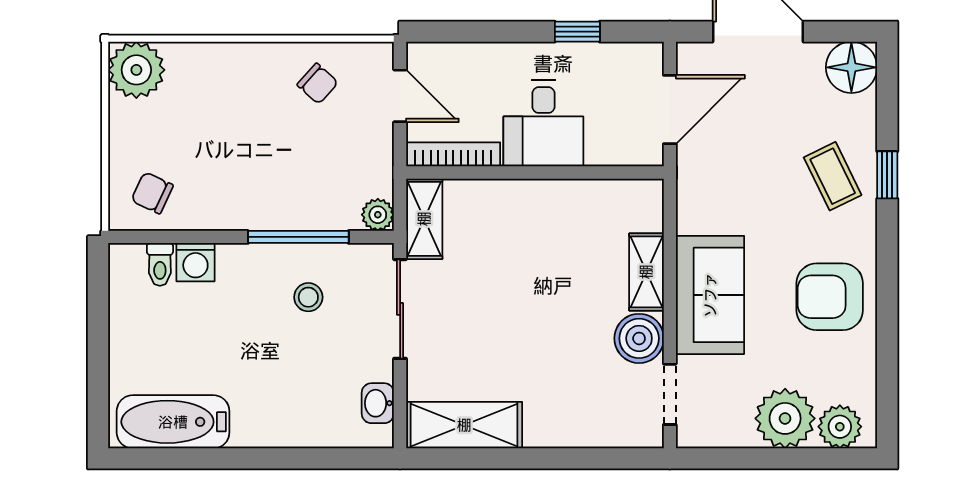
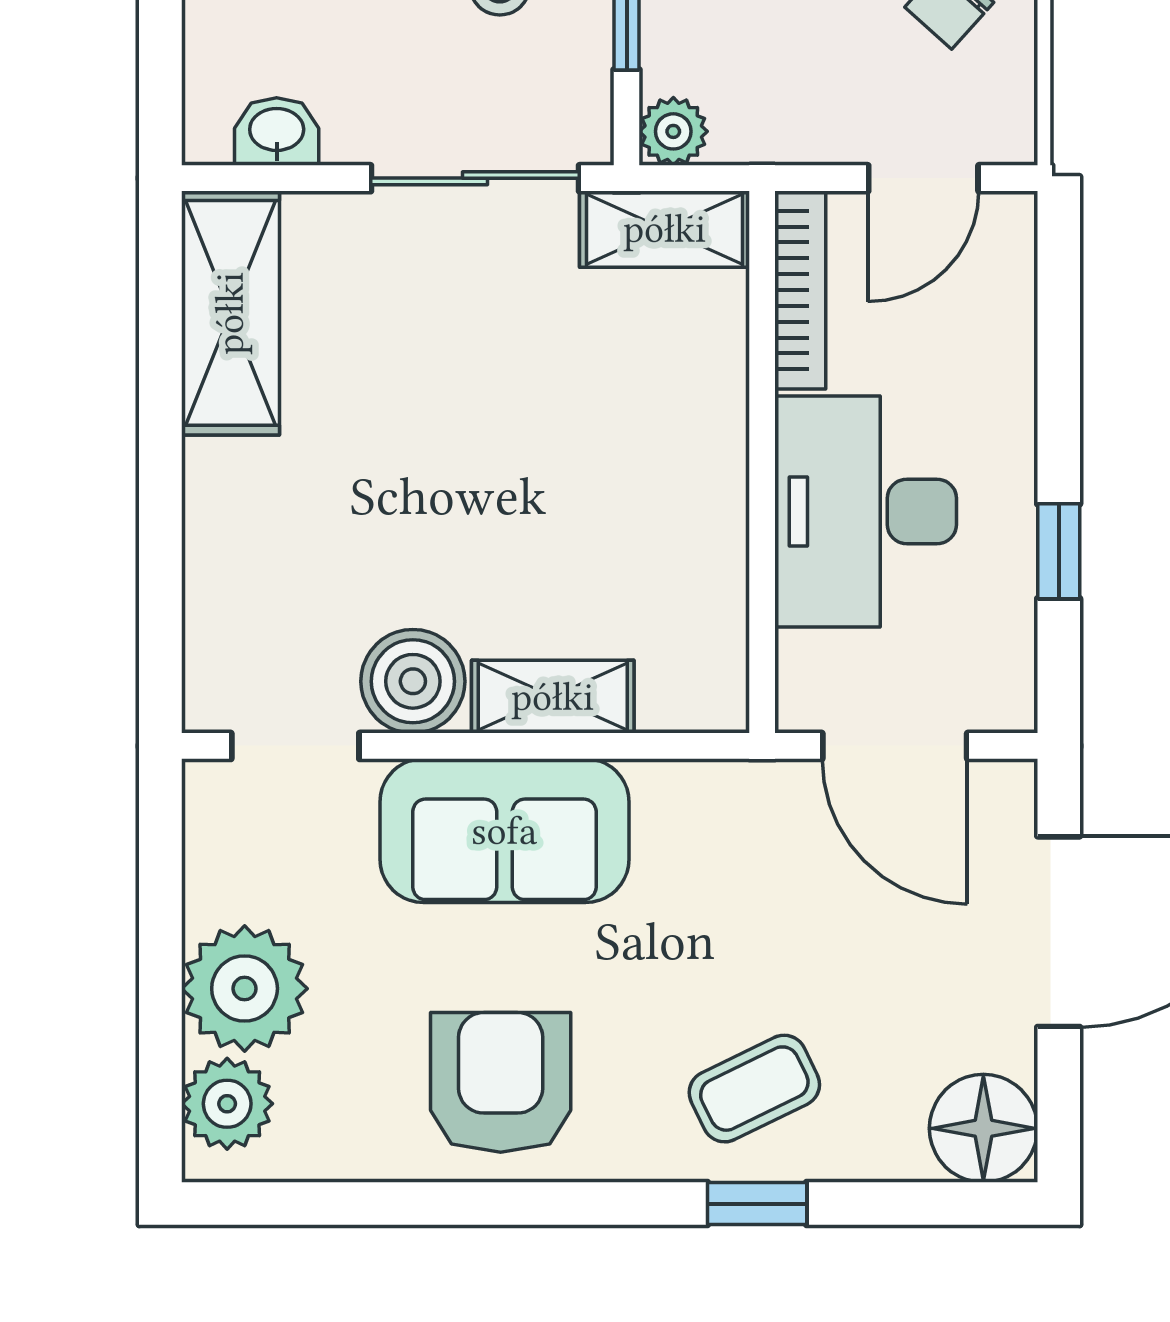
desk: (543, 123) -> (866, 511), width x1.37

